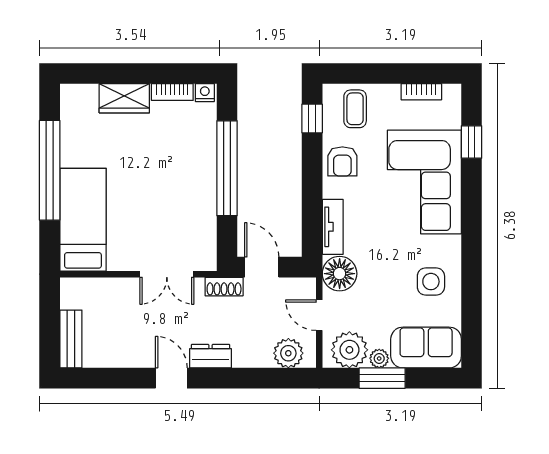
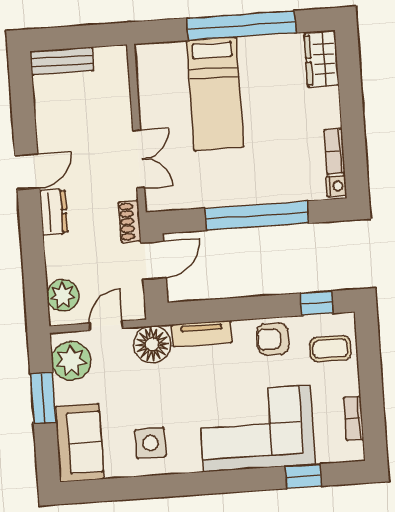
wardrobe: (124, 98) -> (321, 59), moved
bed: (83, 220) -> (215, 94), moved, turned 90
double door: (167, 274) -> (139, 159), swing flipped
plant: (379, 358) -> (64, 393), removed

